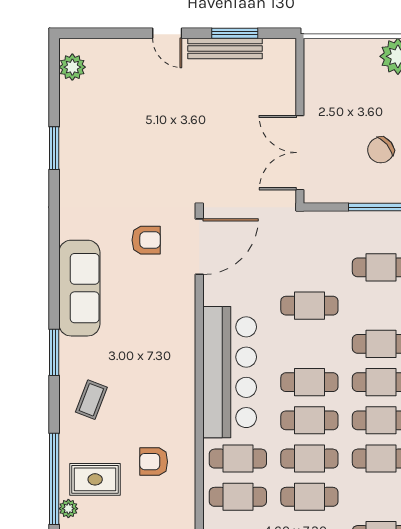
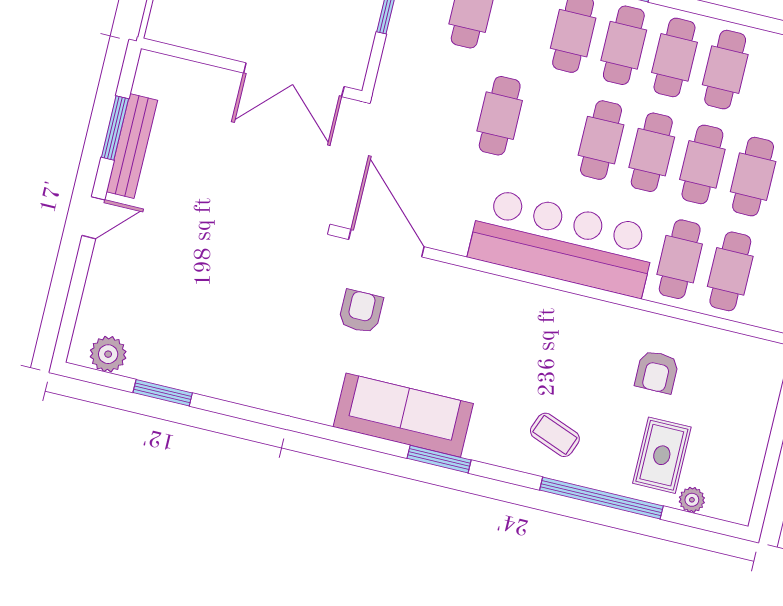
window: (54, 148) -> (163, 393), moved
window: (54, 352) -> (439, 459), moved
window: (54, 479) -> (601, 498), moved

